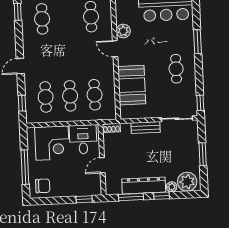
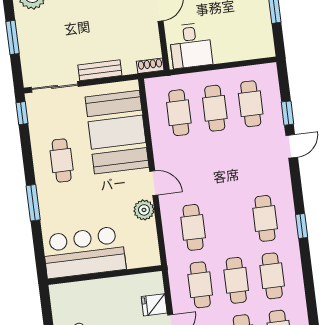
booth: (132, 85) -> (117, 132), width x1.36, depth x1.42
window: (22, 103) -> (288, 113), moved
corner desk: (52, 143) -> (236, 37), removed

